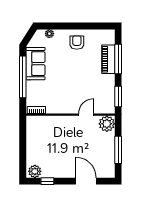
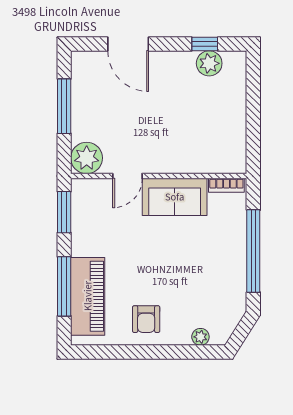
piano: (108, 59) -> (88, 296), width x1.37, depth x1.33
sofa: (36, 64) -> (175, 197), moved, turned -90
plant: (35, 171) -> (209, 63), moved

